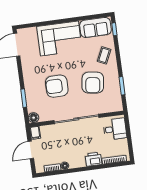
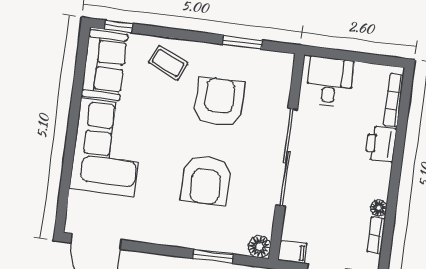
armchair: (93, 83) -> (219, 102), turned -98

